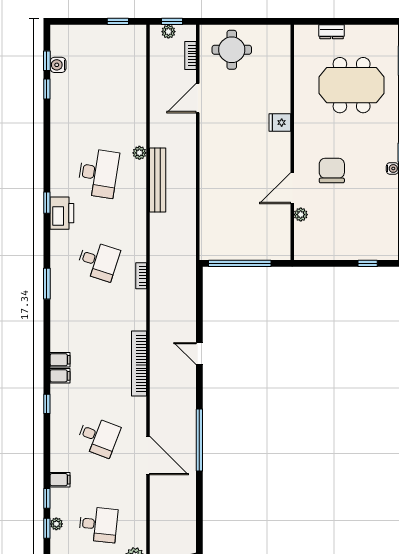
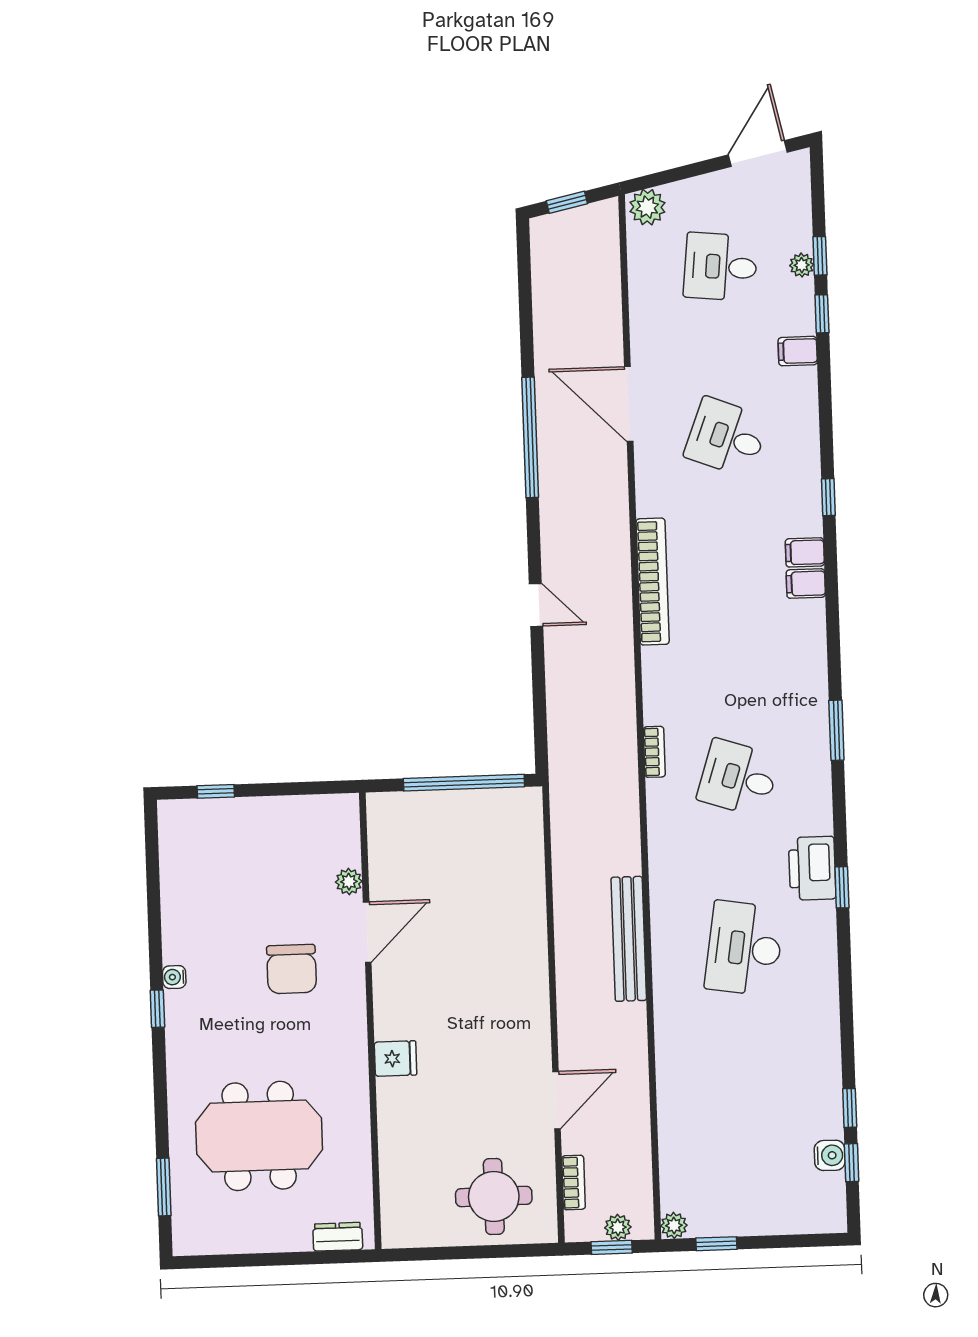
dresser: (332, 32) -> (338, 1237), moved
plant: (139, 153) -> (674, 1225), moved

